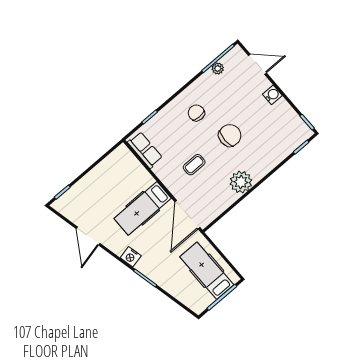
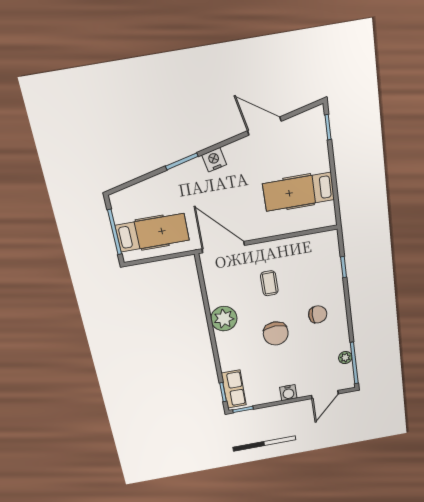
row of seats: (145, 150) -> (234, 389), moved, turned -90
hospital bed: (143, 208) -> (299, 192), moved, turned -90

